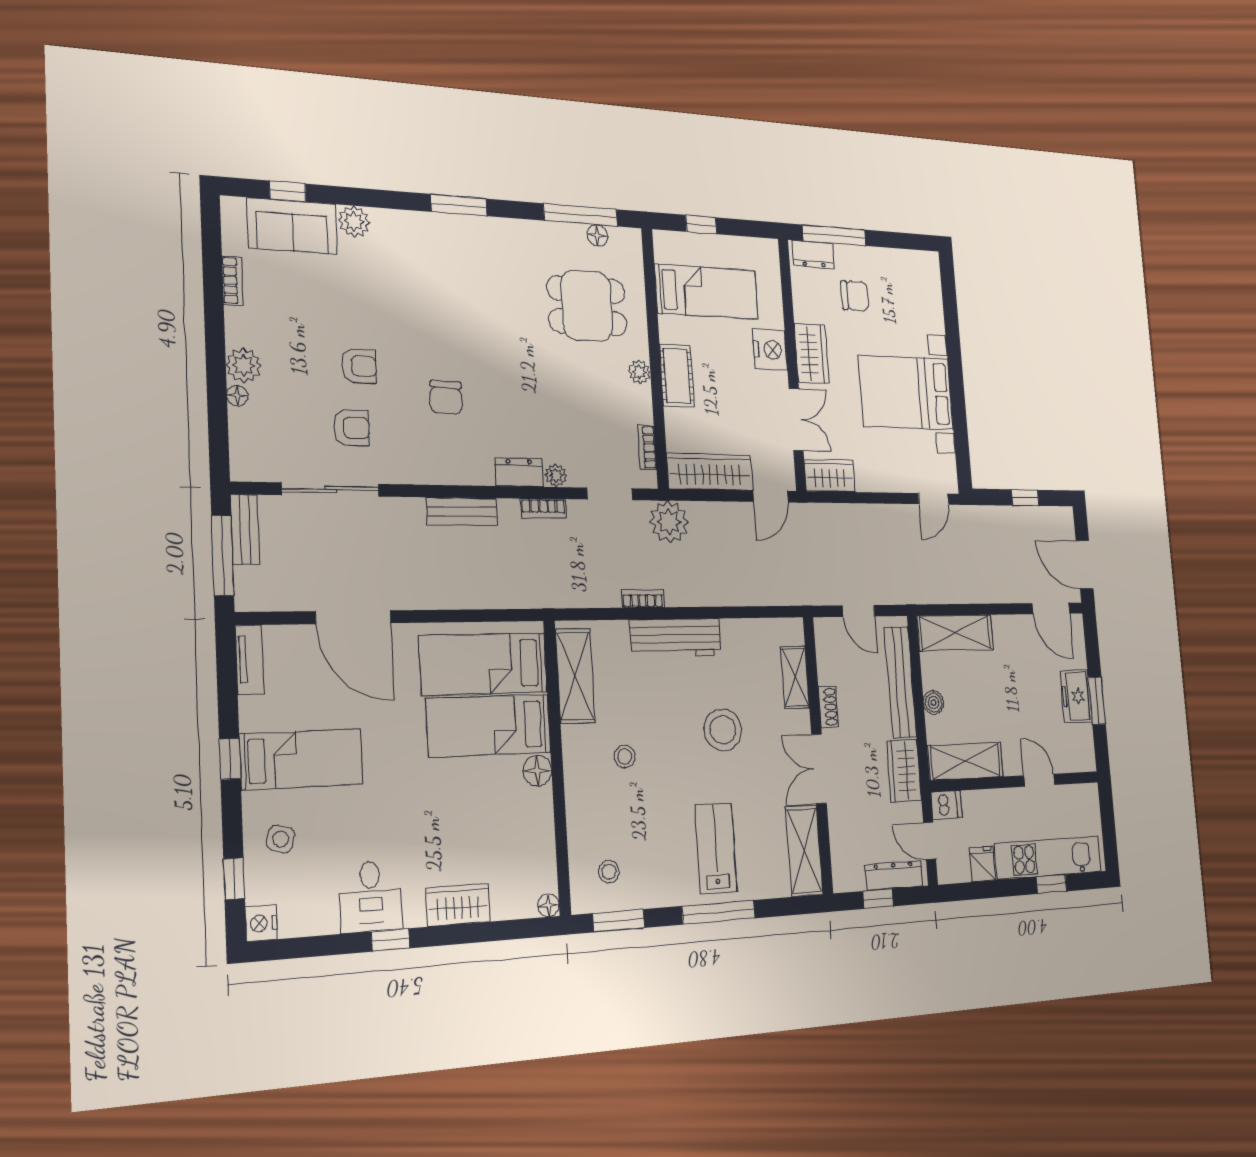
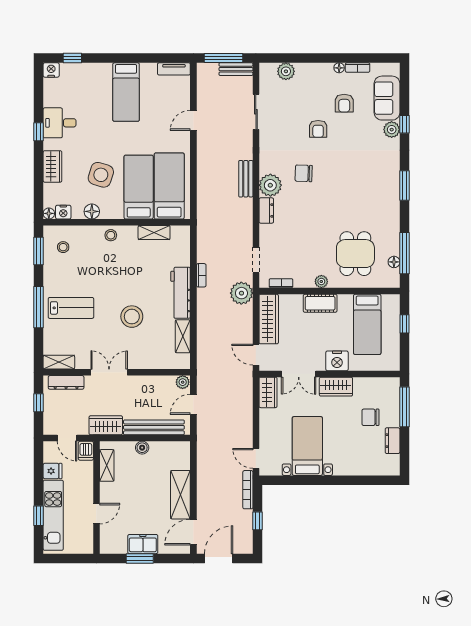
window: (288, 191) -> (404, 124), moved
dresser: (813, 254) -> (393, 441), moved
chair: (855, 296) -> (370, 417), turned 90
plant: (243, 365) -> (286, 71), moved
bed with nightstands: (906, 393) -> (307, 446), width x0.73
floor lamp: (237, 396) -> (339, 68), moved
armchair: (351, 428) -> (344, 103), moved
plant: (556, 475) -> (270, 185), moved, width x1.87, depth x1.87
sliding door: (331, 489) -> (256, 112), width x0.73
bookcase: (543, 508) -> (248, 490), moved, width x1.56
door: (353, 617) -> (193, 120), width x0.53
plant: (825, 631) -> (183, 382), added
shelving: (955, 633) -> (180, 495), moved
shelving: (575, 676) -> (154, 233), width x0.67, depth x0.75
shelving: (795, 677) -> (183, 336), moved, turned 90
shoe rack: (828, 707) -> (142, 381), removed
stool: (625, 757) -> (111, 235), moved
window: (230, 759) -> (128, 58), removed
shelving: (966, 761) -> (107, 465), width x0.67, depth x0.75
floor lamp: (537, 771) -> (92, 211), moved
side table: (281, 839) -> (101, 175), moved, width x1.87, depth x1.87
door: (930, 841) -> (67, 438), swing flipped
shelving: (804, 851) -> (59, 362), width x0.67, depth x0.75
dresser: (894, 875) -> (66, 382), moved, turned 90
nightstand: (544, 876) -> (63, 212), added

